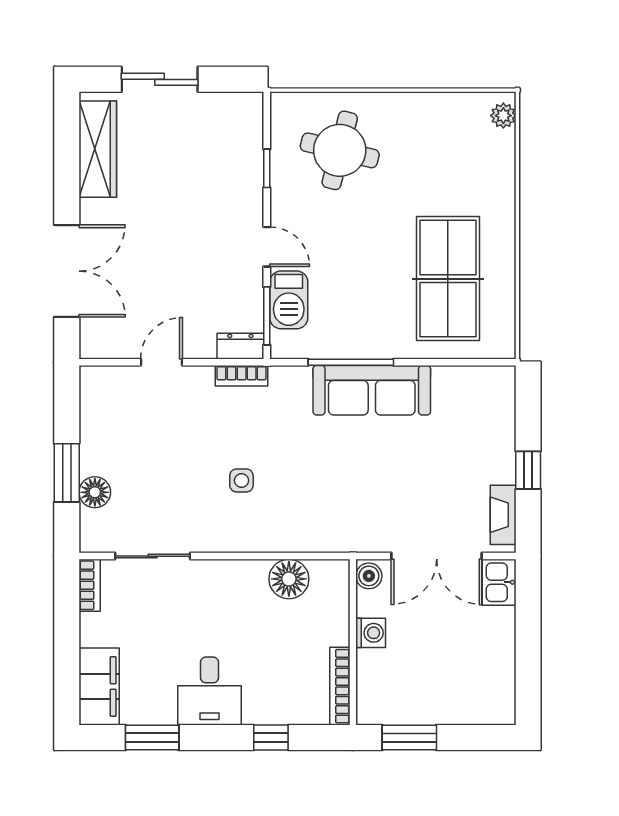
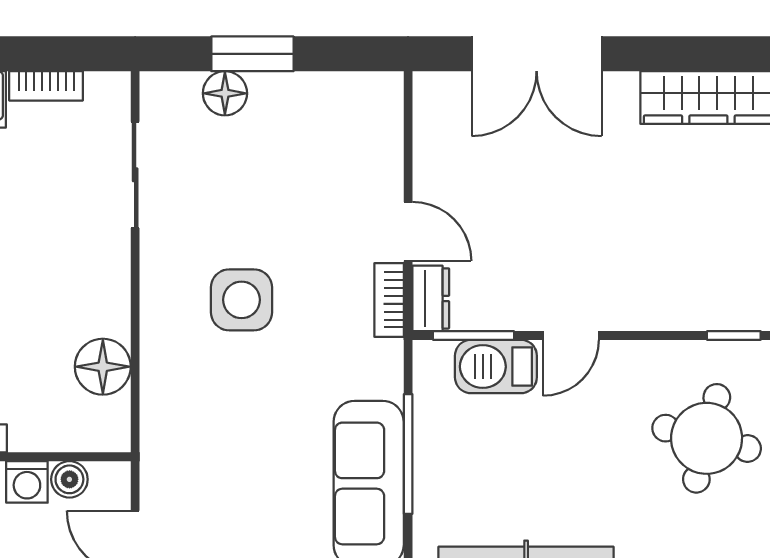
window: (267, 168) -> (734, 335), moved
door: (161, 362) -> (408, 231), moved
side table: (241, 480) -> (242, 300), width x1.87, depth x1.87
boiler: (369, 576) -> (69, 479), moved
bookcase: (90, 585) -> (46, 86), moved

